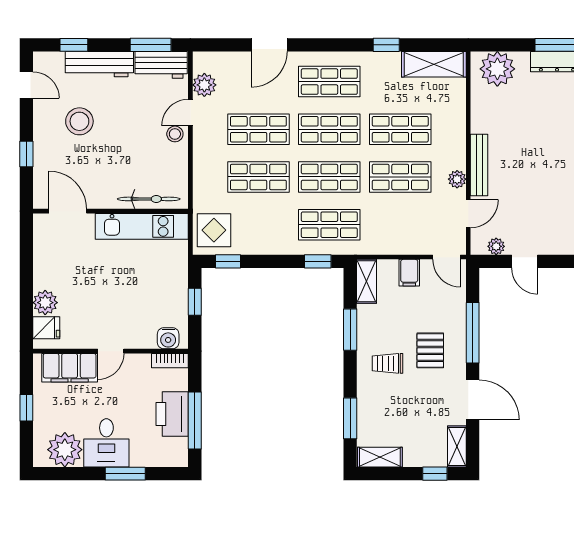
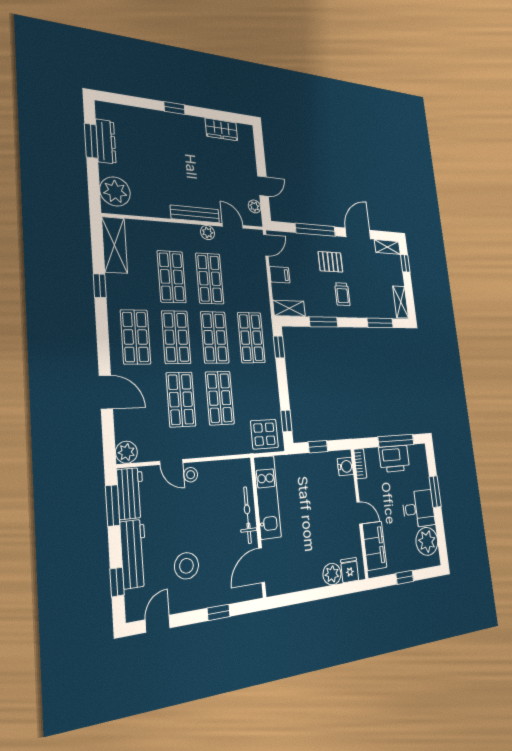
plant: (204, 85) -> (126, 452), moved
bicycle: (149, 199) -> (247, 515), moved

